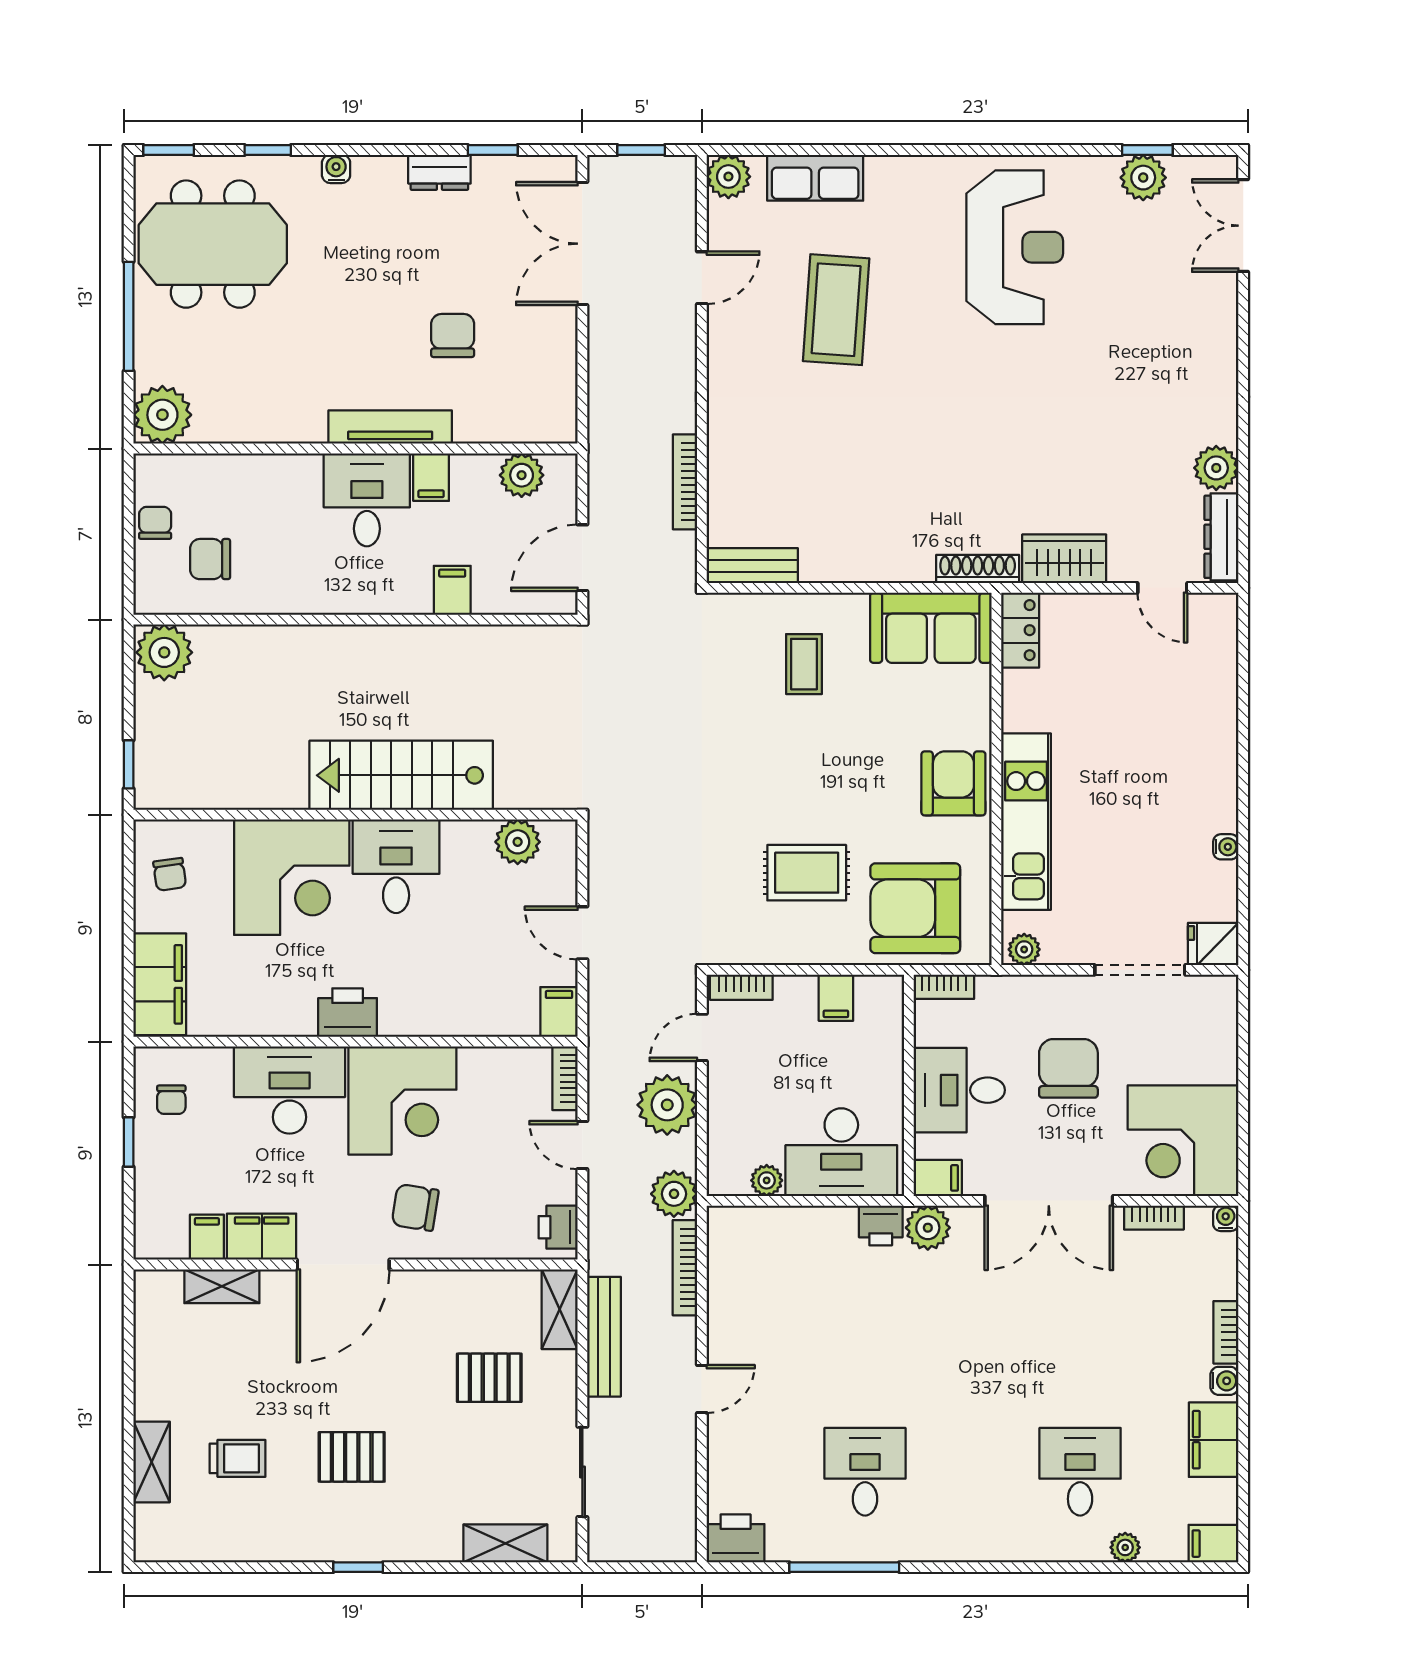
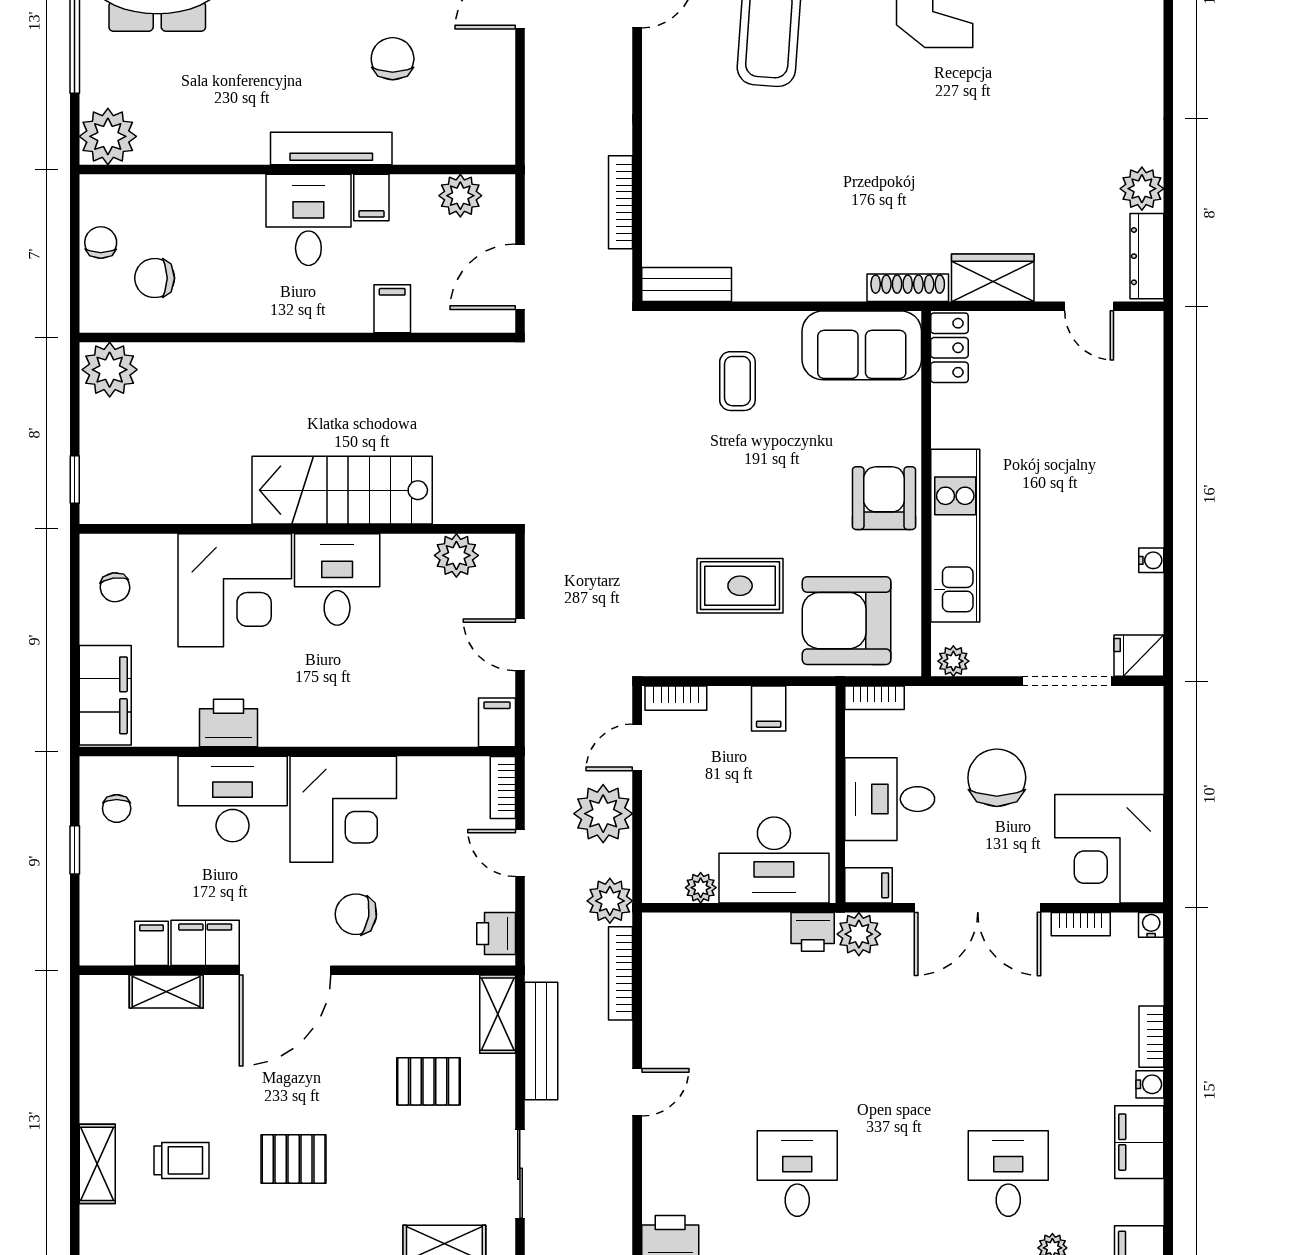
printer: (348, 1013) -> (228, 723), moved

